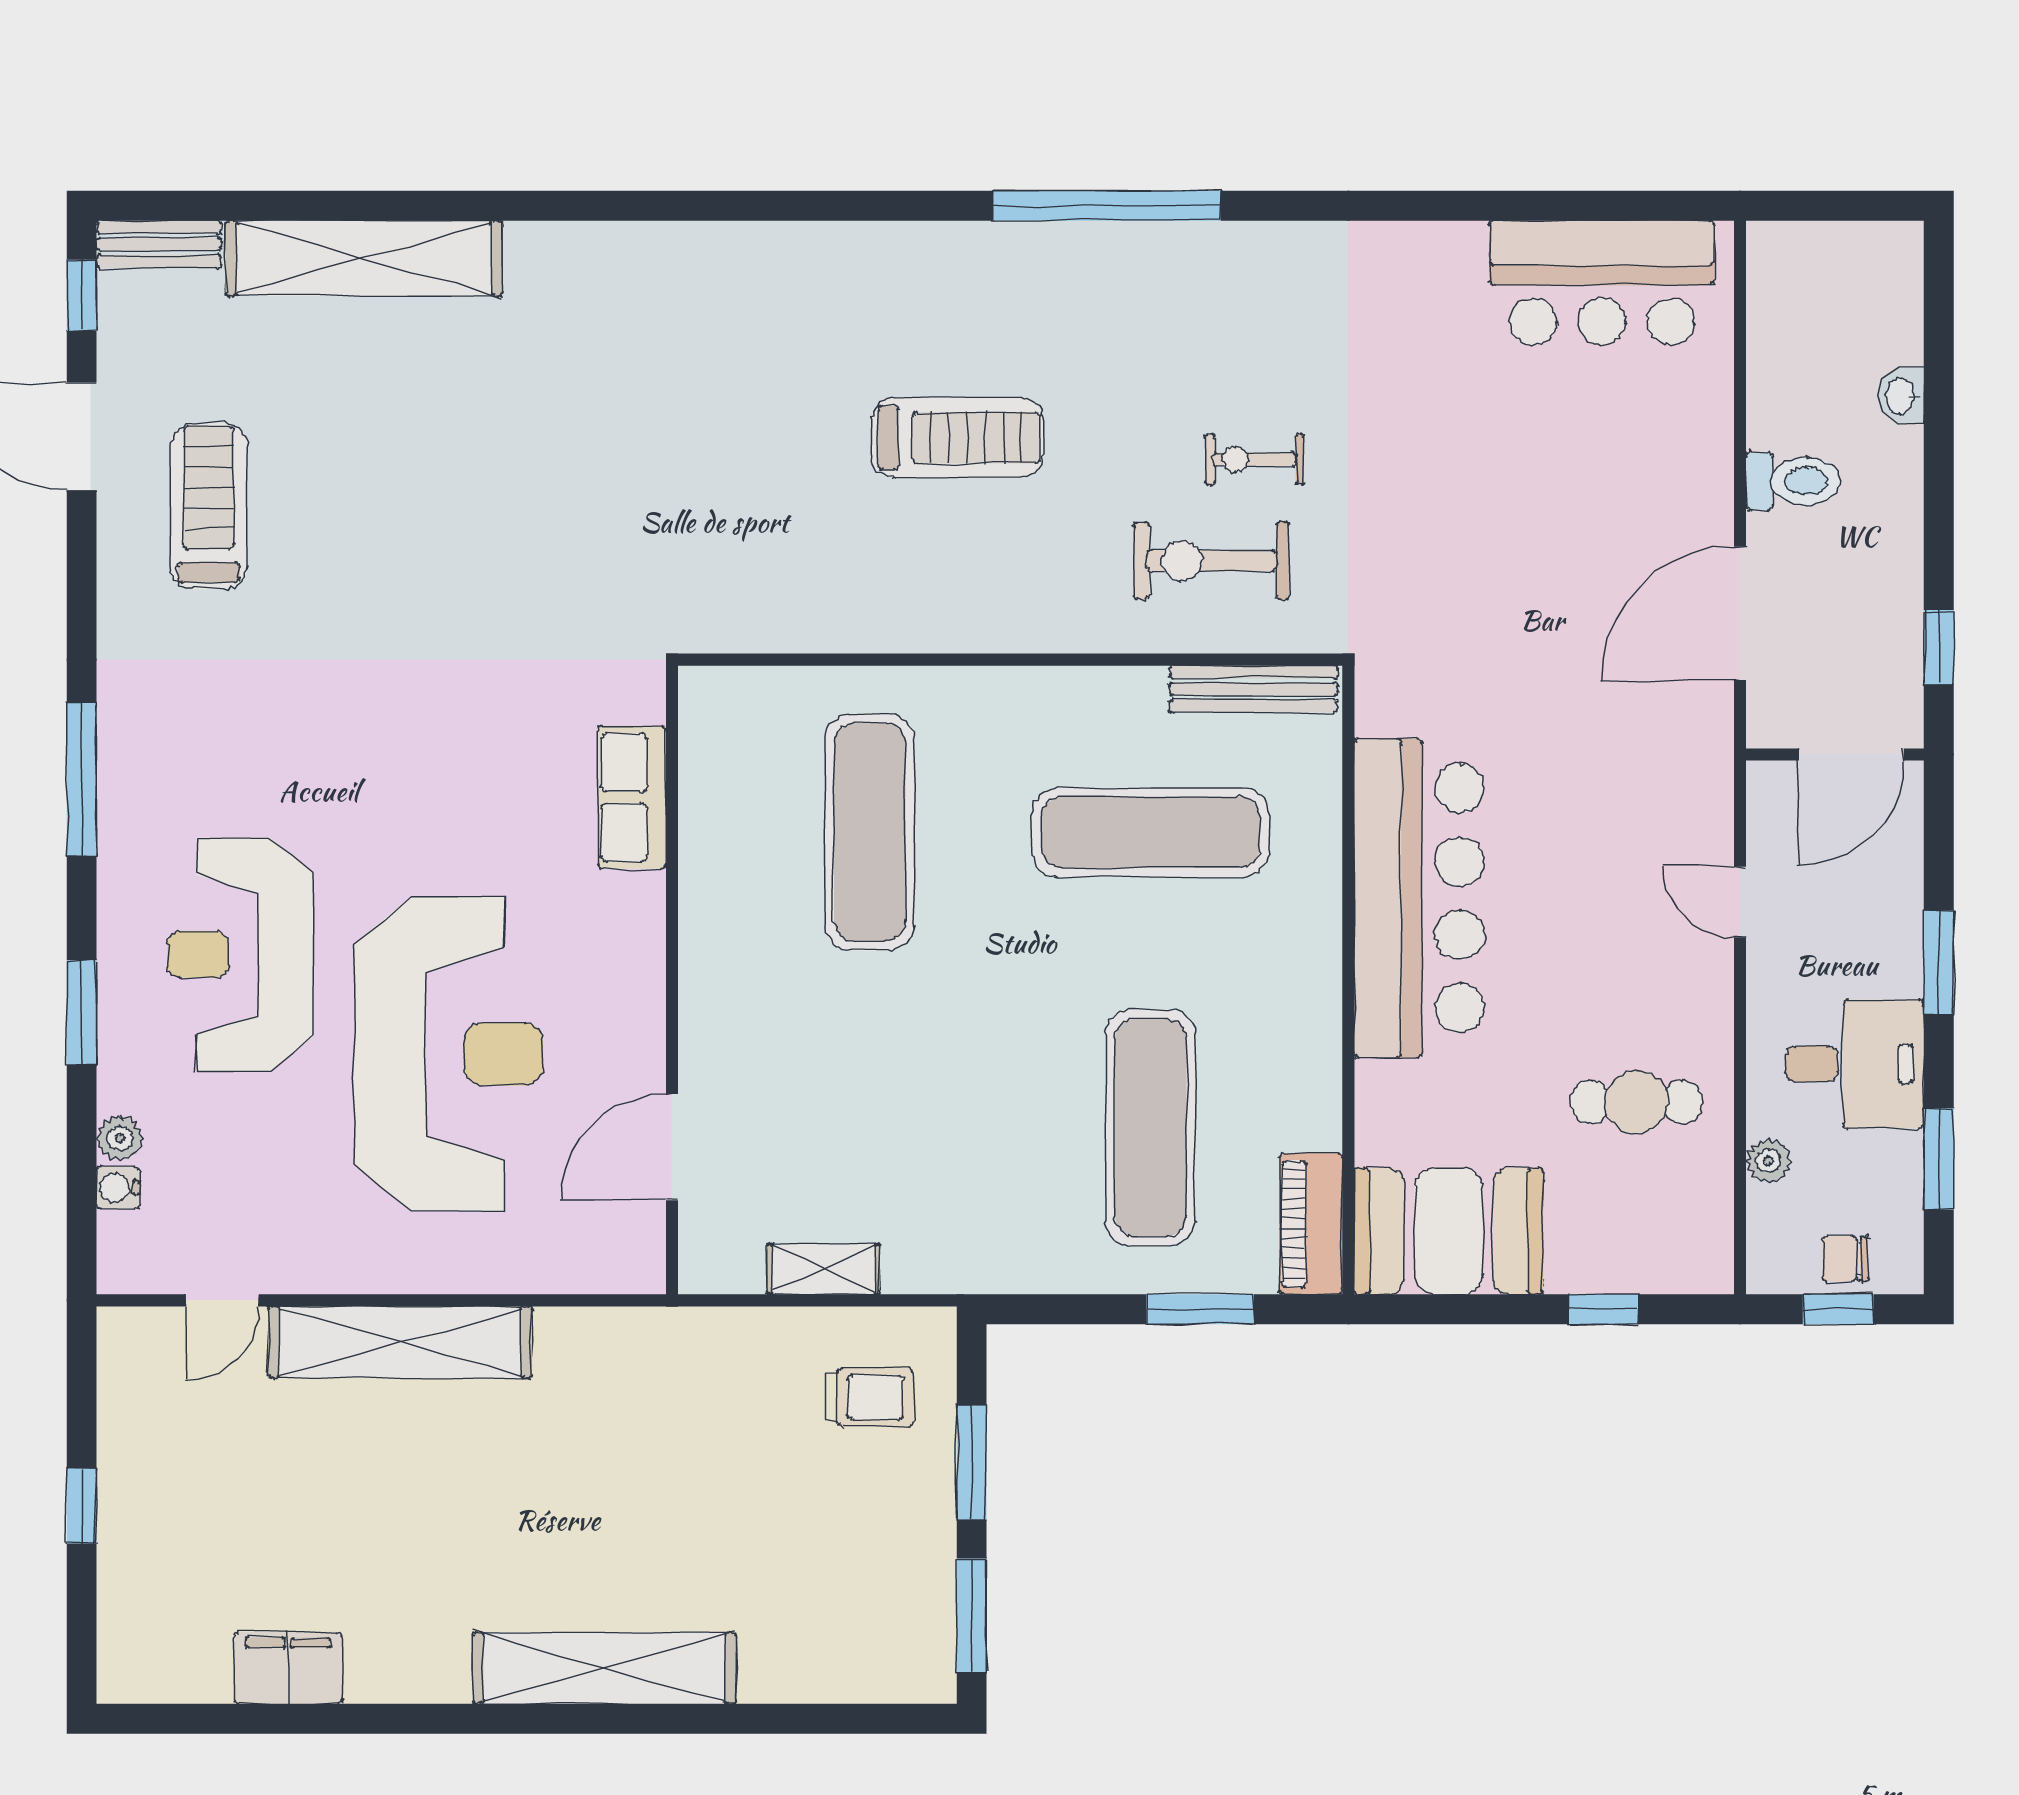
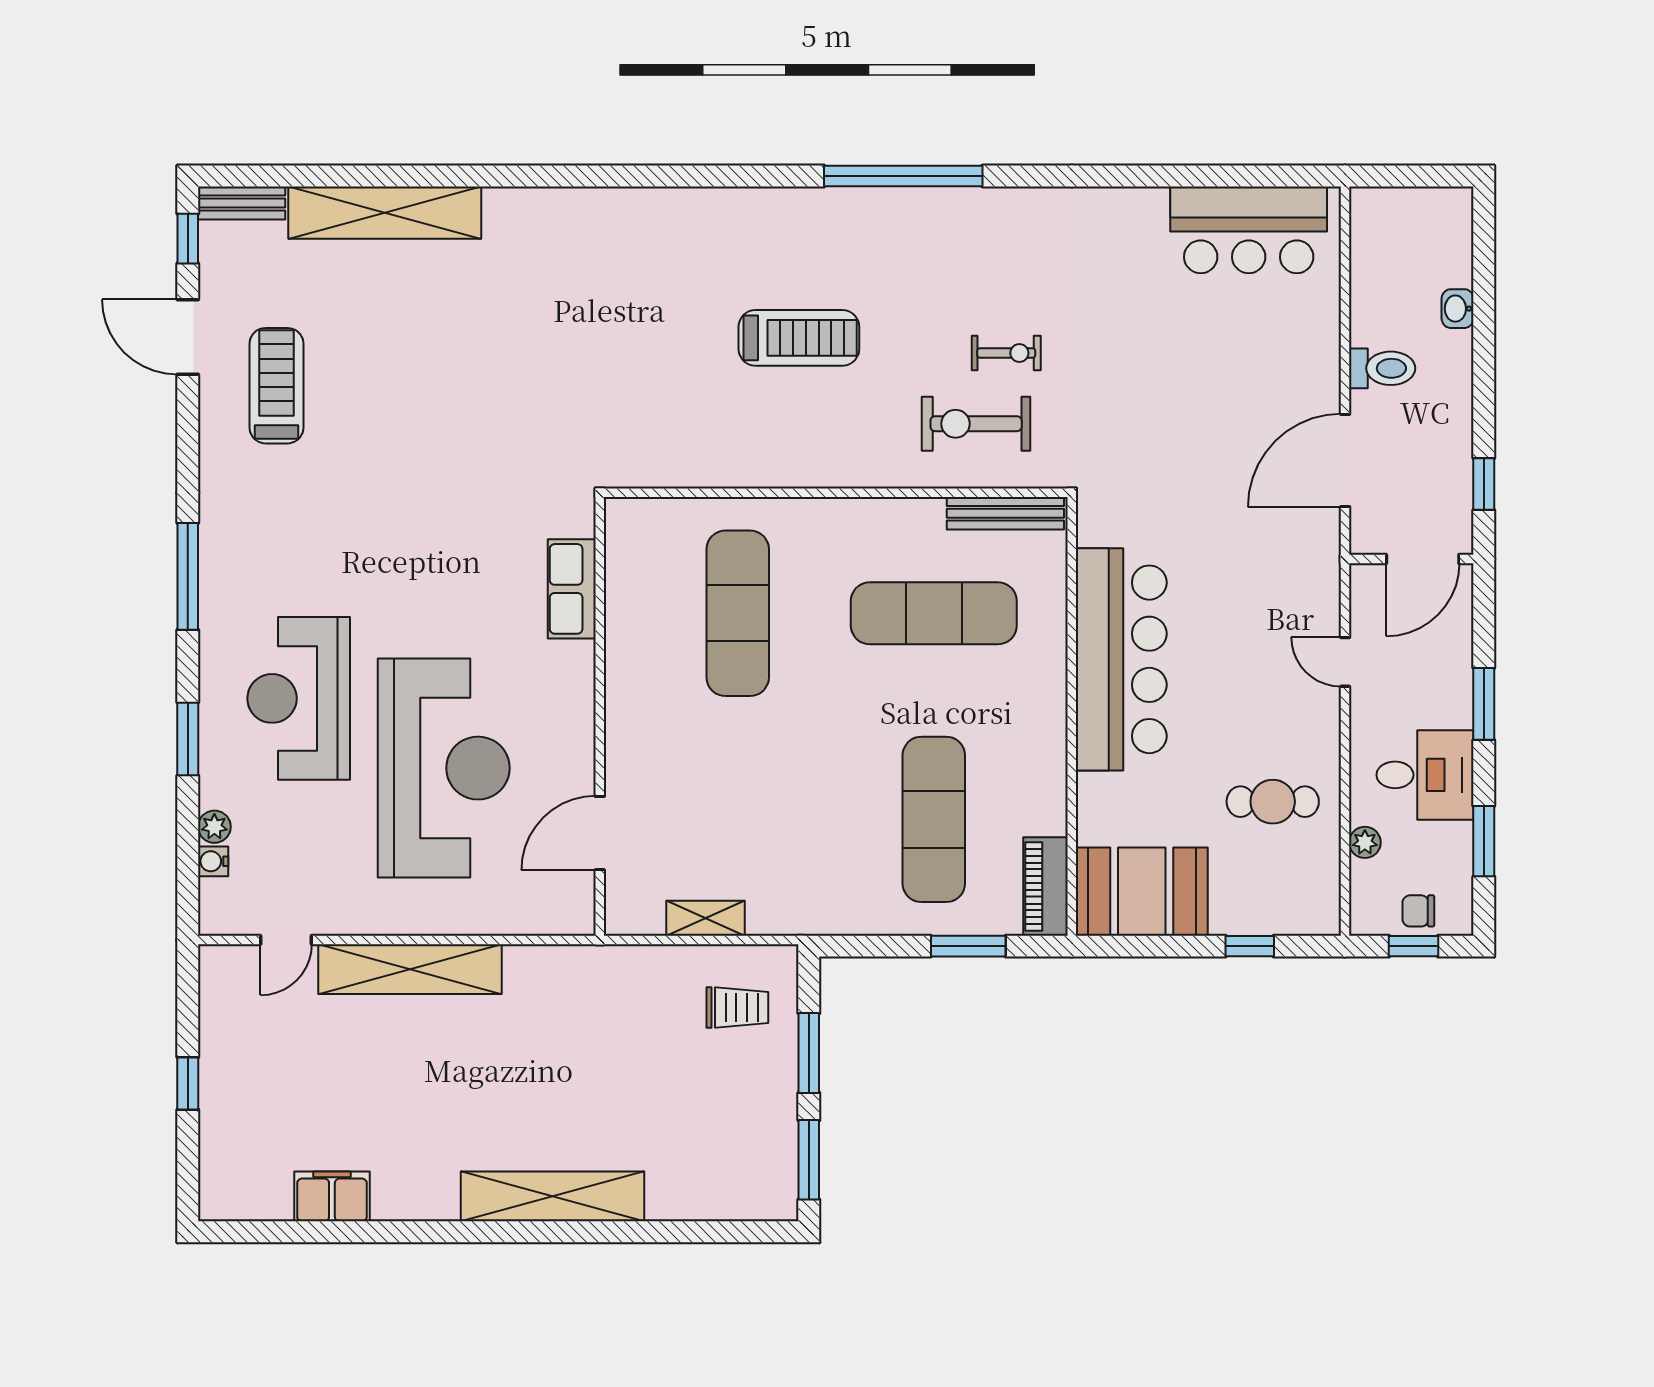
exercise bike: (1254, 459) -> (1006, 353), turned 180

